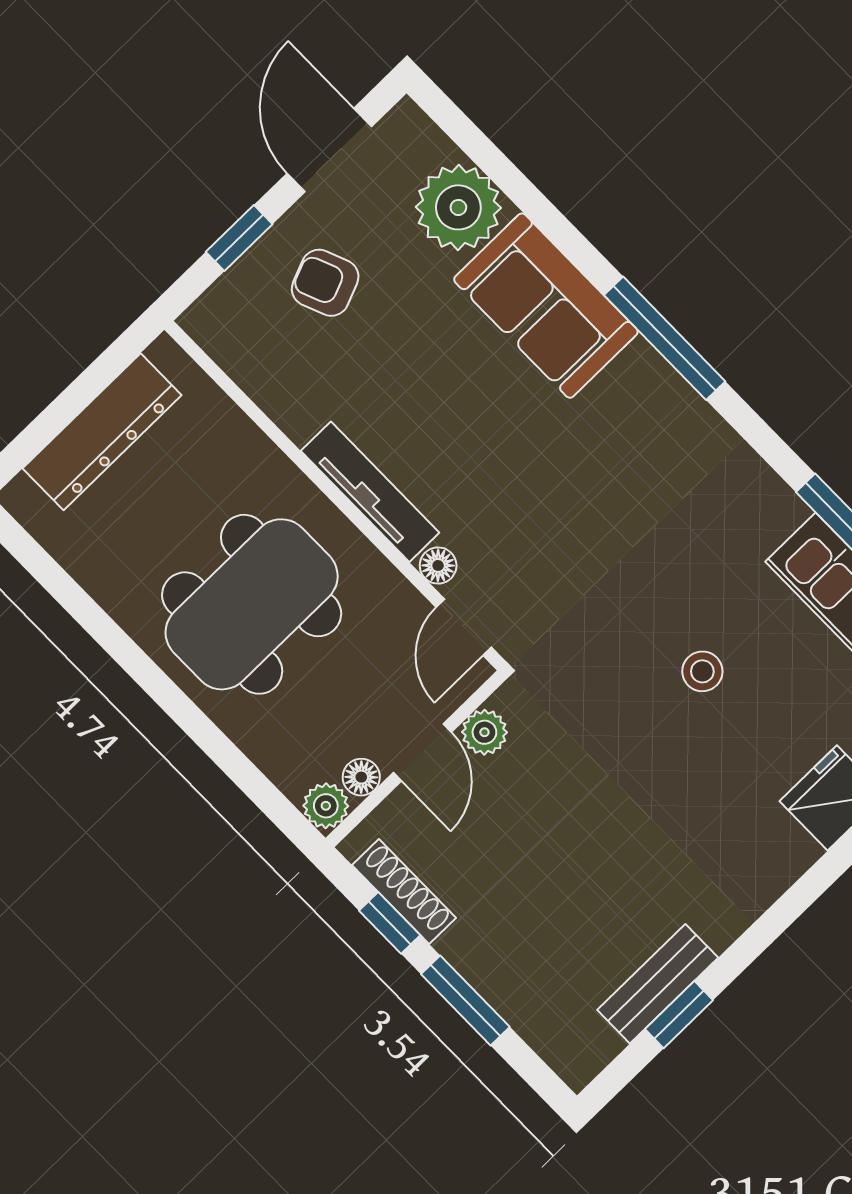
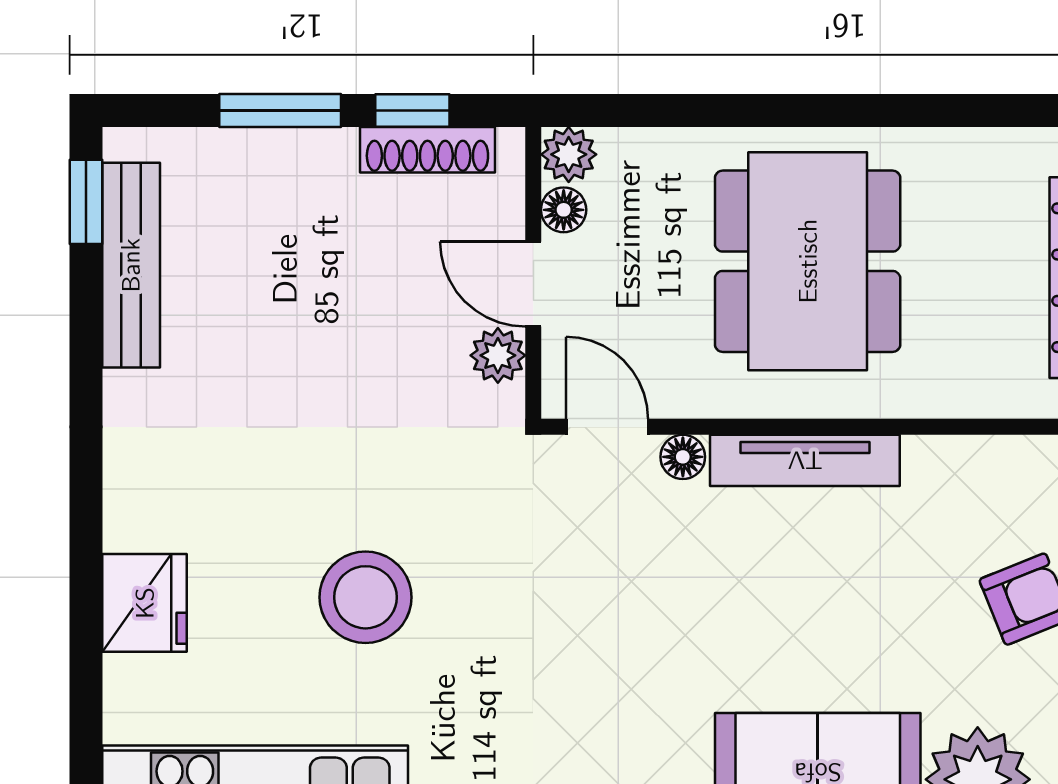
stool: (702, 671) -> (365, 597), width x1.89, depth x1.89
bench: (658, 984) -> (131, 265), width x1.36
window: (679, 1015) -> (86, 202), moved

